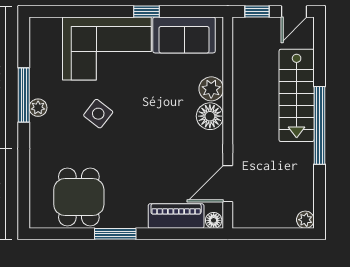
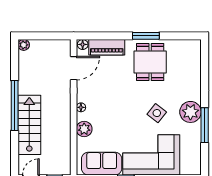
plant: (38, 108) -> (190, 112), width x1.87, depth x1.87
floor lamp: (210, 116) -> (81, 107), width x0.53, depth x0.53
dining table: (79, 197) -> (150, 62), moved

